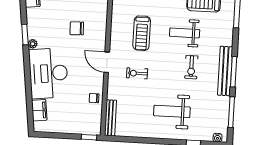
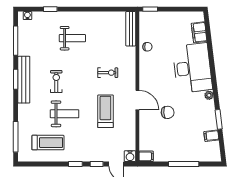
window: (25, 35) -> (219, 119), moved
door: (107, 62) -> (137, 100), moved
window: (234, 72) -> (16, 79), width x0.69
weight bench: (172, 111) -> (72, 38), width x0.73, depth x0.75

